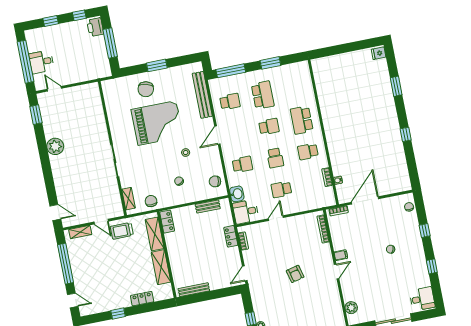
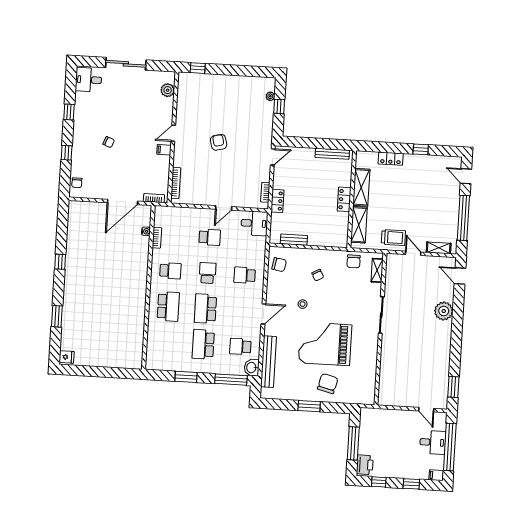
filing cabinet: (31, 34) -> (436, 475), added
school desk: (269, 127) -> (205, 309), width x1.85
plant: (55, 146) -> (444, 311), moved
washbasin: (237, 194) -> (252, 368), moved
locker: (167, 222) -> (344, 199), moved

